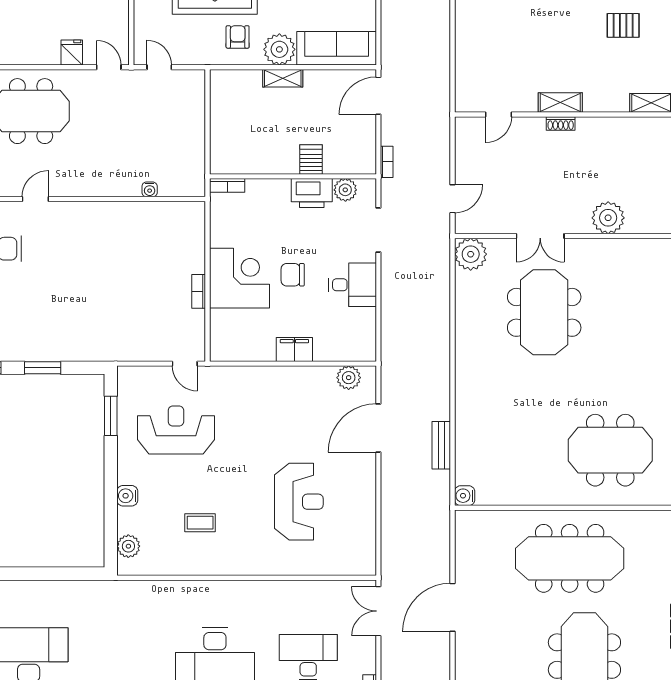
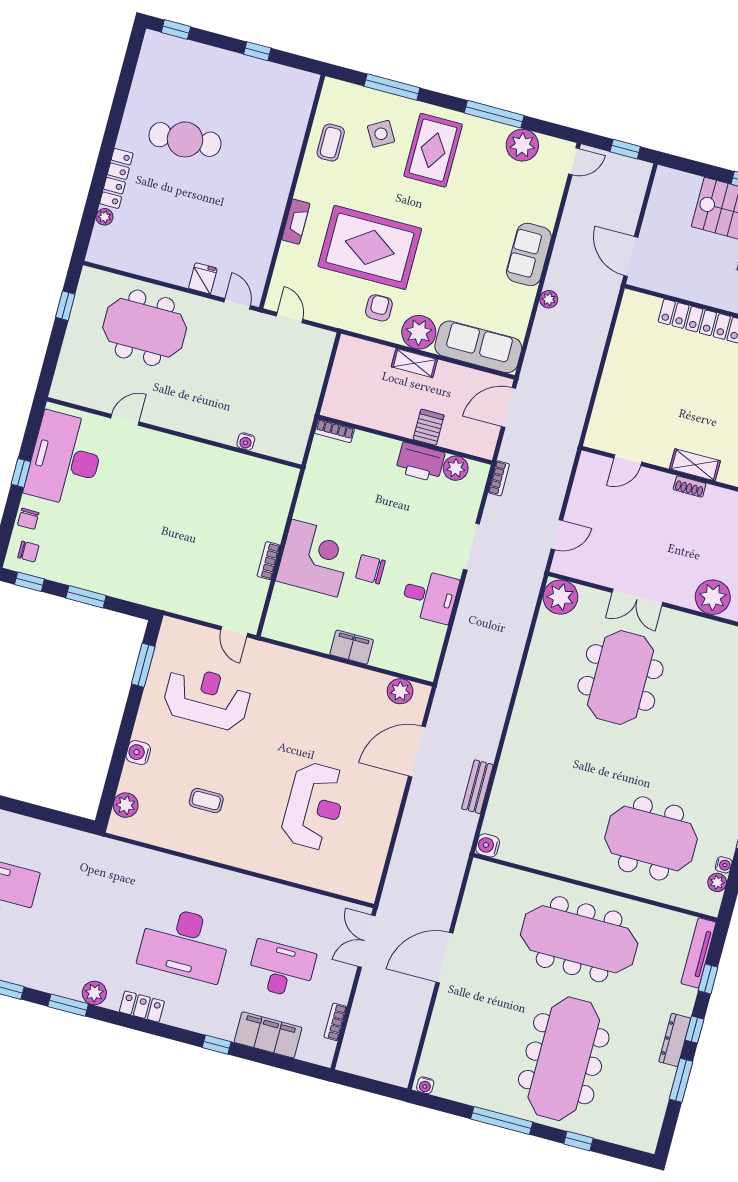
server rack: (311, 159) -> (429, 427), moved
wall: (293, 176) -> (405, 440), moved
bookcase: (227, 185) -> (334, 431), moved
plant: (345, 190) -> (456, 468), moved
printer: (312, 193) -> (420, 462), moved

